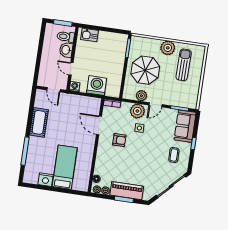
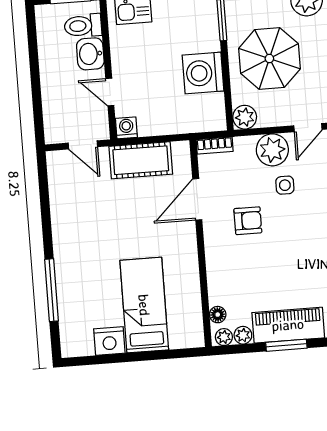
washing machine: (97, 86) -> (203, 73), moved, turned -90
plant: (141, 96) -> (245, 117), moved
cot: (39, 122) -> (141, 160), moved, turned 90
door: (99, 125) -> (197, 199), hinge flipped

